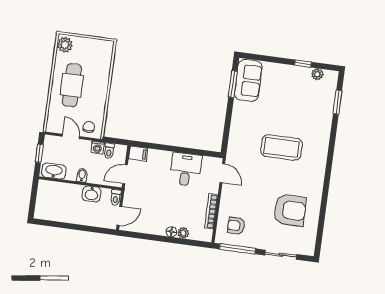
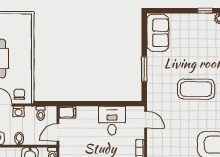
window: (233, 84) -> (144, 69), moved
washing machine: (98, 147) -> (19, 112), moved

